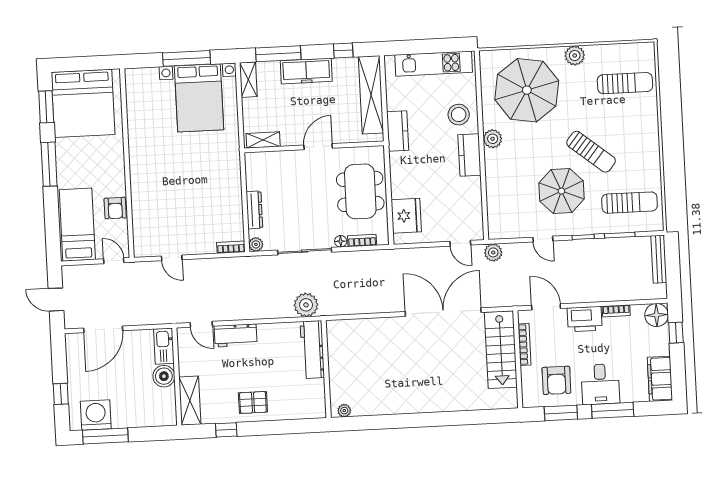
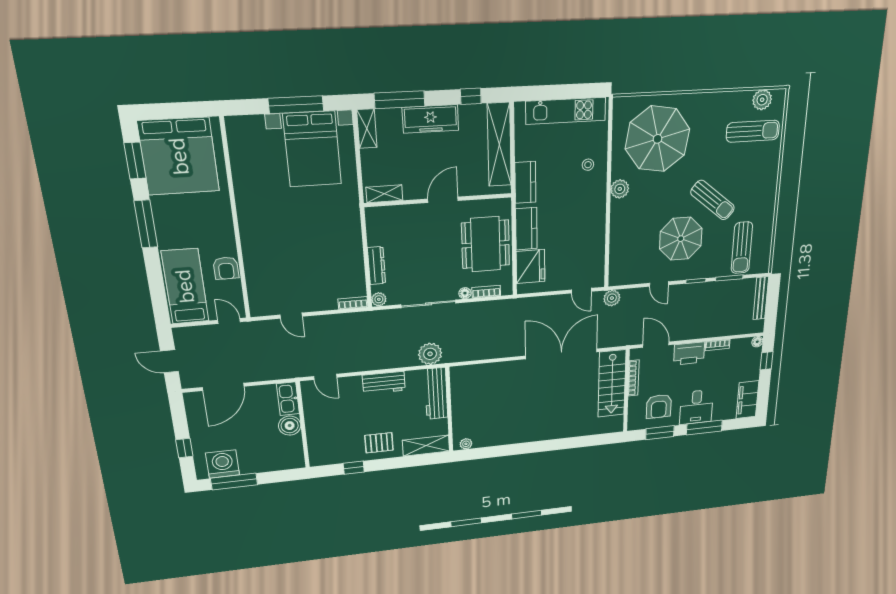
plant: (575, 55) -> (762, 100), moved
stool: (459, 115) -> (588, 165), width x0.53, depth x0.53
kitchen counter: (469, 155) -> (526, 229), moved, turned 180
sun lounger: (629, 203) -> (742, 248), turned 90
floor lamp: (657, 315) -> (757, 342), width x0.53, depth x0.53
workbench: (236, 335) -> (384, 383), moved
shelving: (190, 401) -> (426, 446), moved, turned 90

